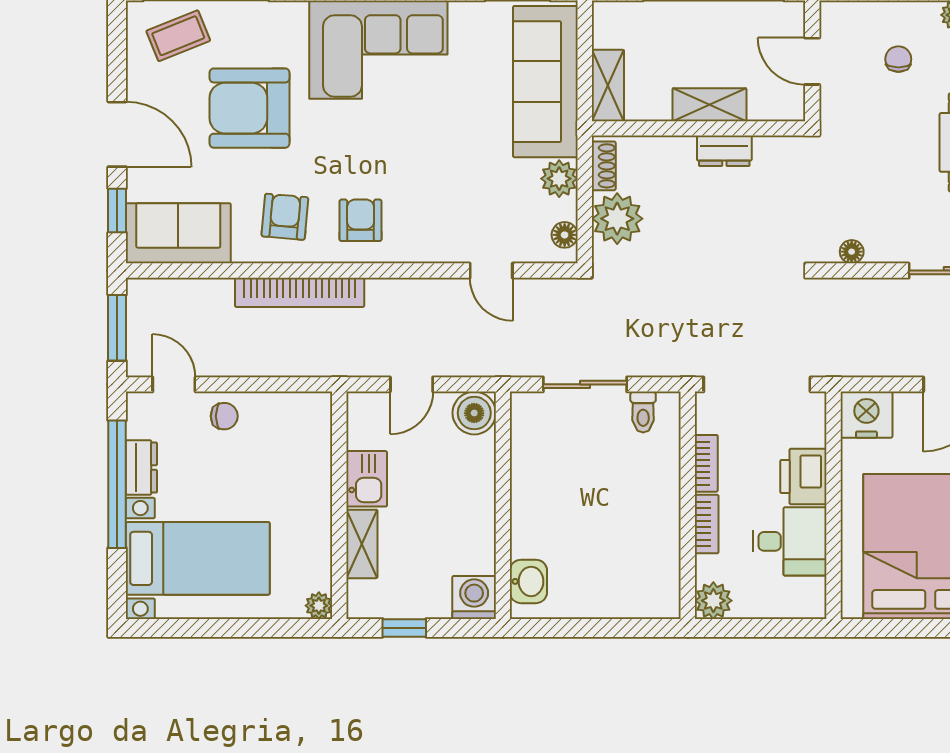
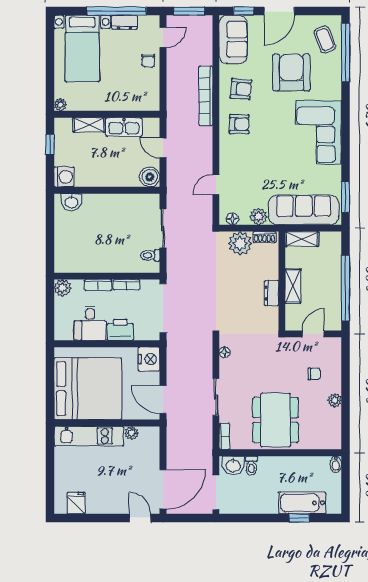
kitchen sink: (367, 479) -> (124, 127), width x1.38

